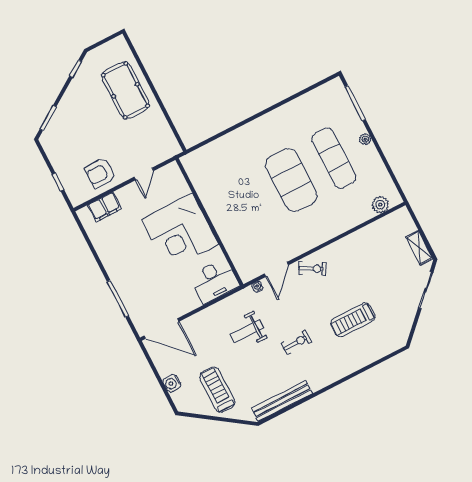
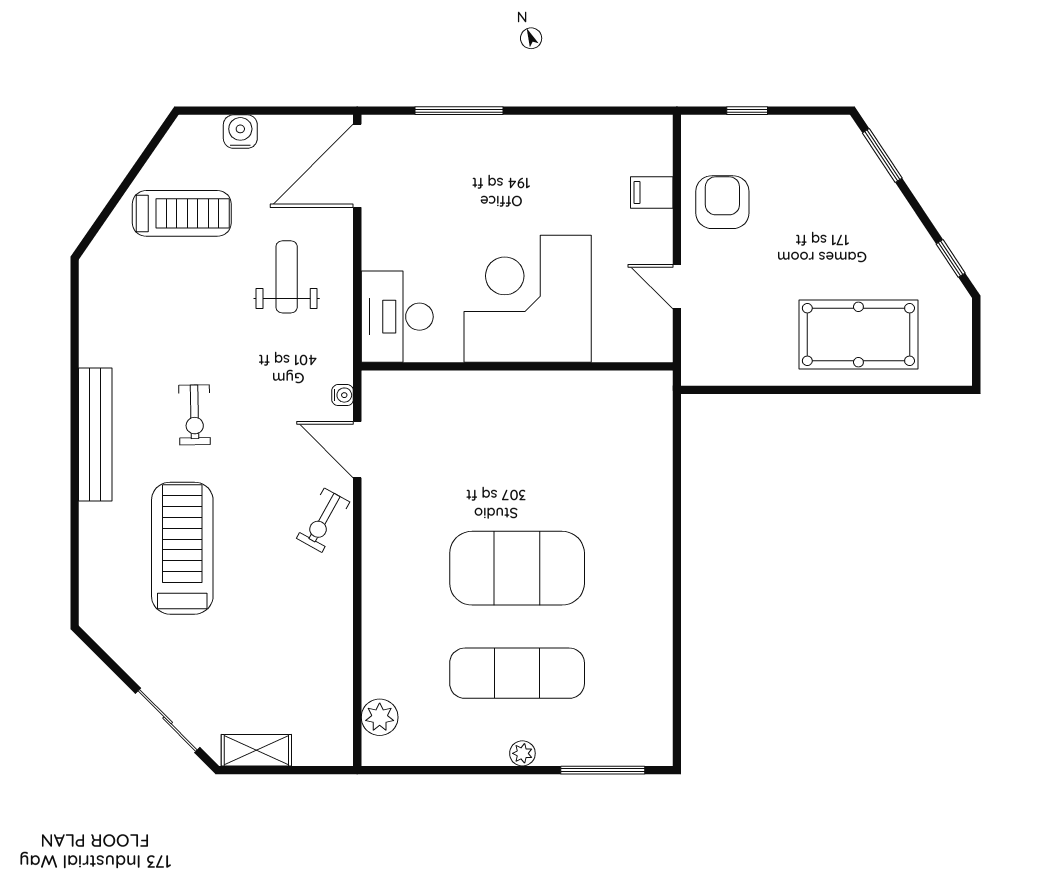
filing cabinet: (105, 207) -> (652, 192), width x0.50
treadmill: (353, 320) -> (182, 548), width x1.37, depth x1.38
weight bench: (247, 331) -> (287, 277), moved
bench: (282, 401) -> (95, 435), moved

